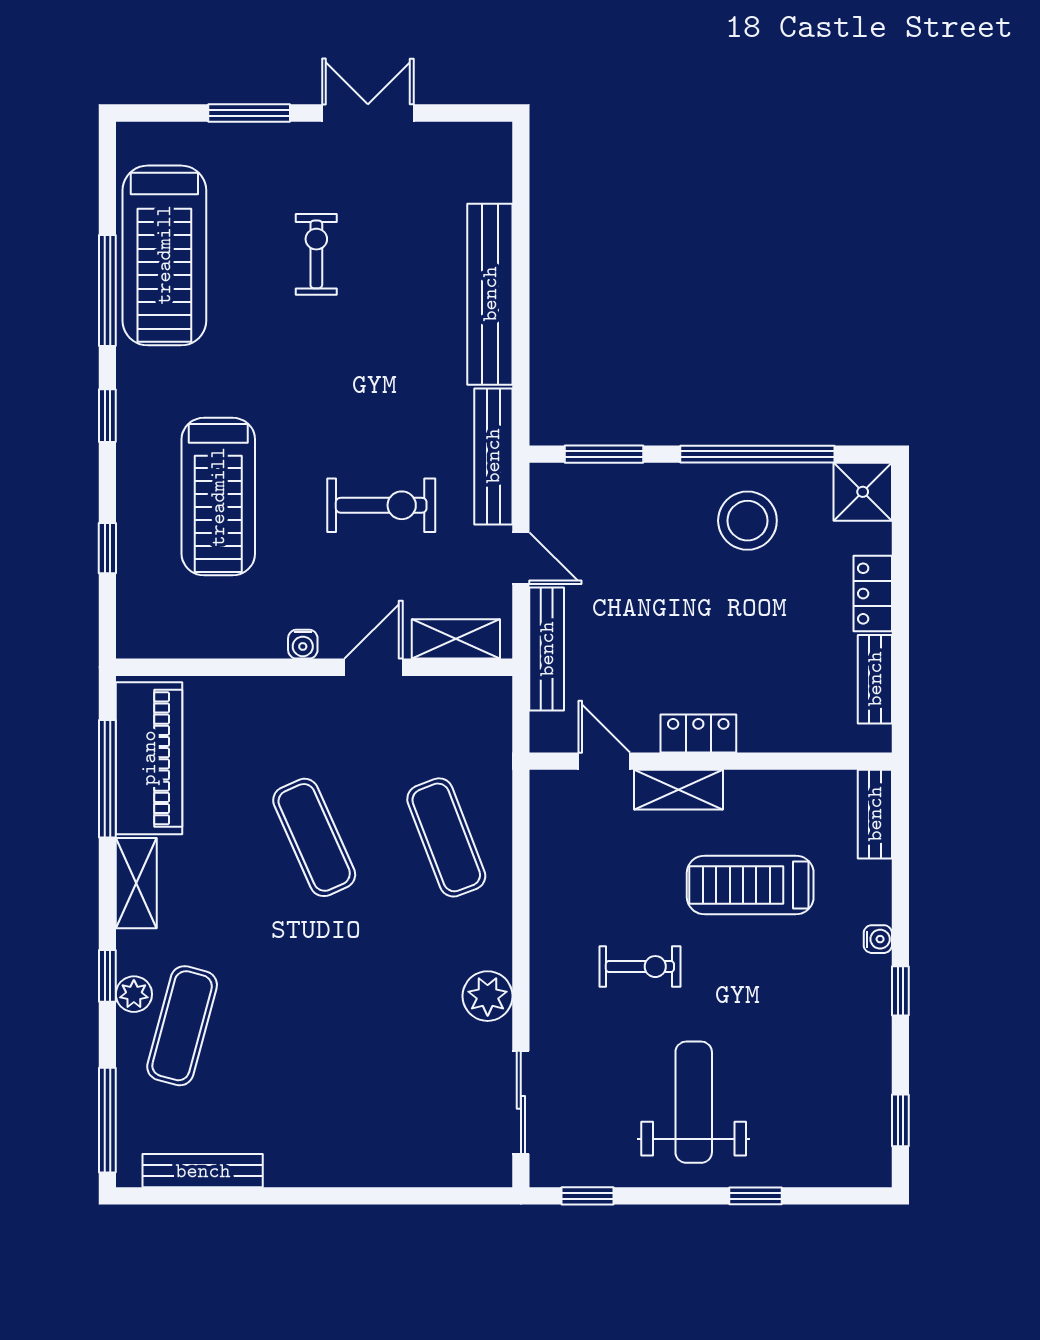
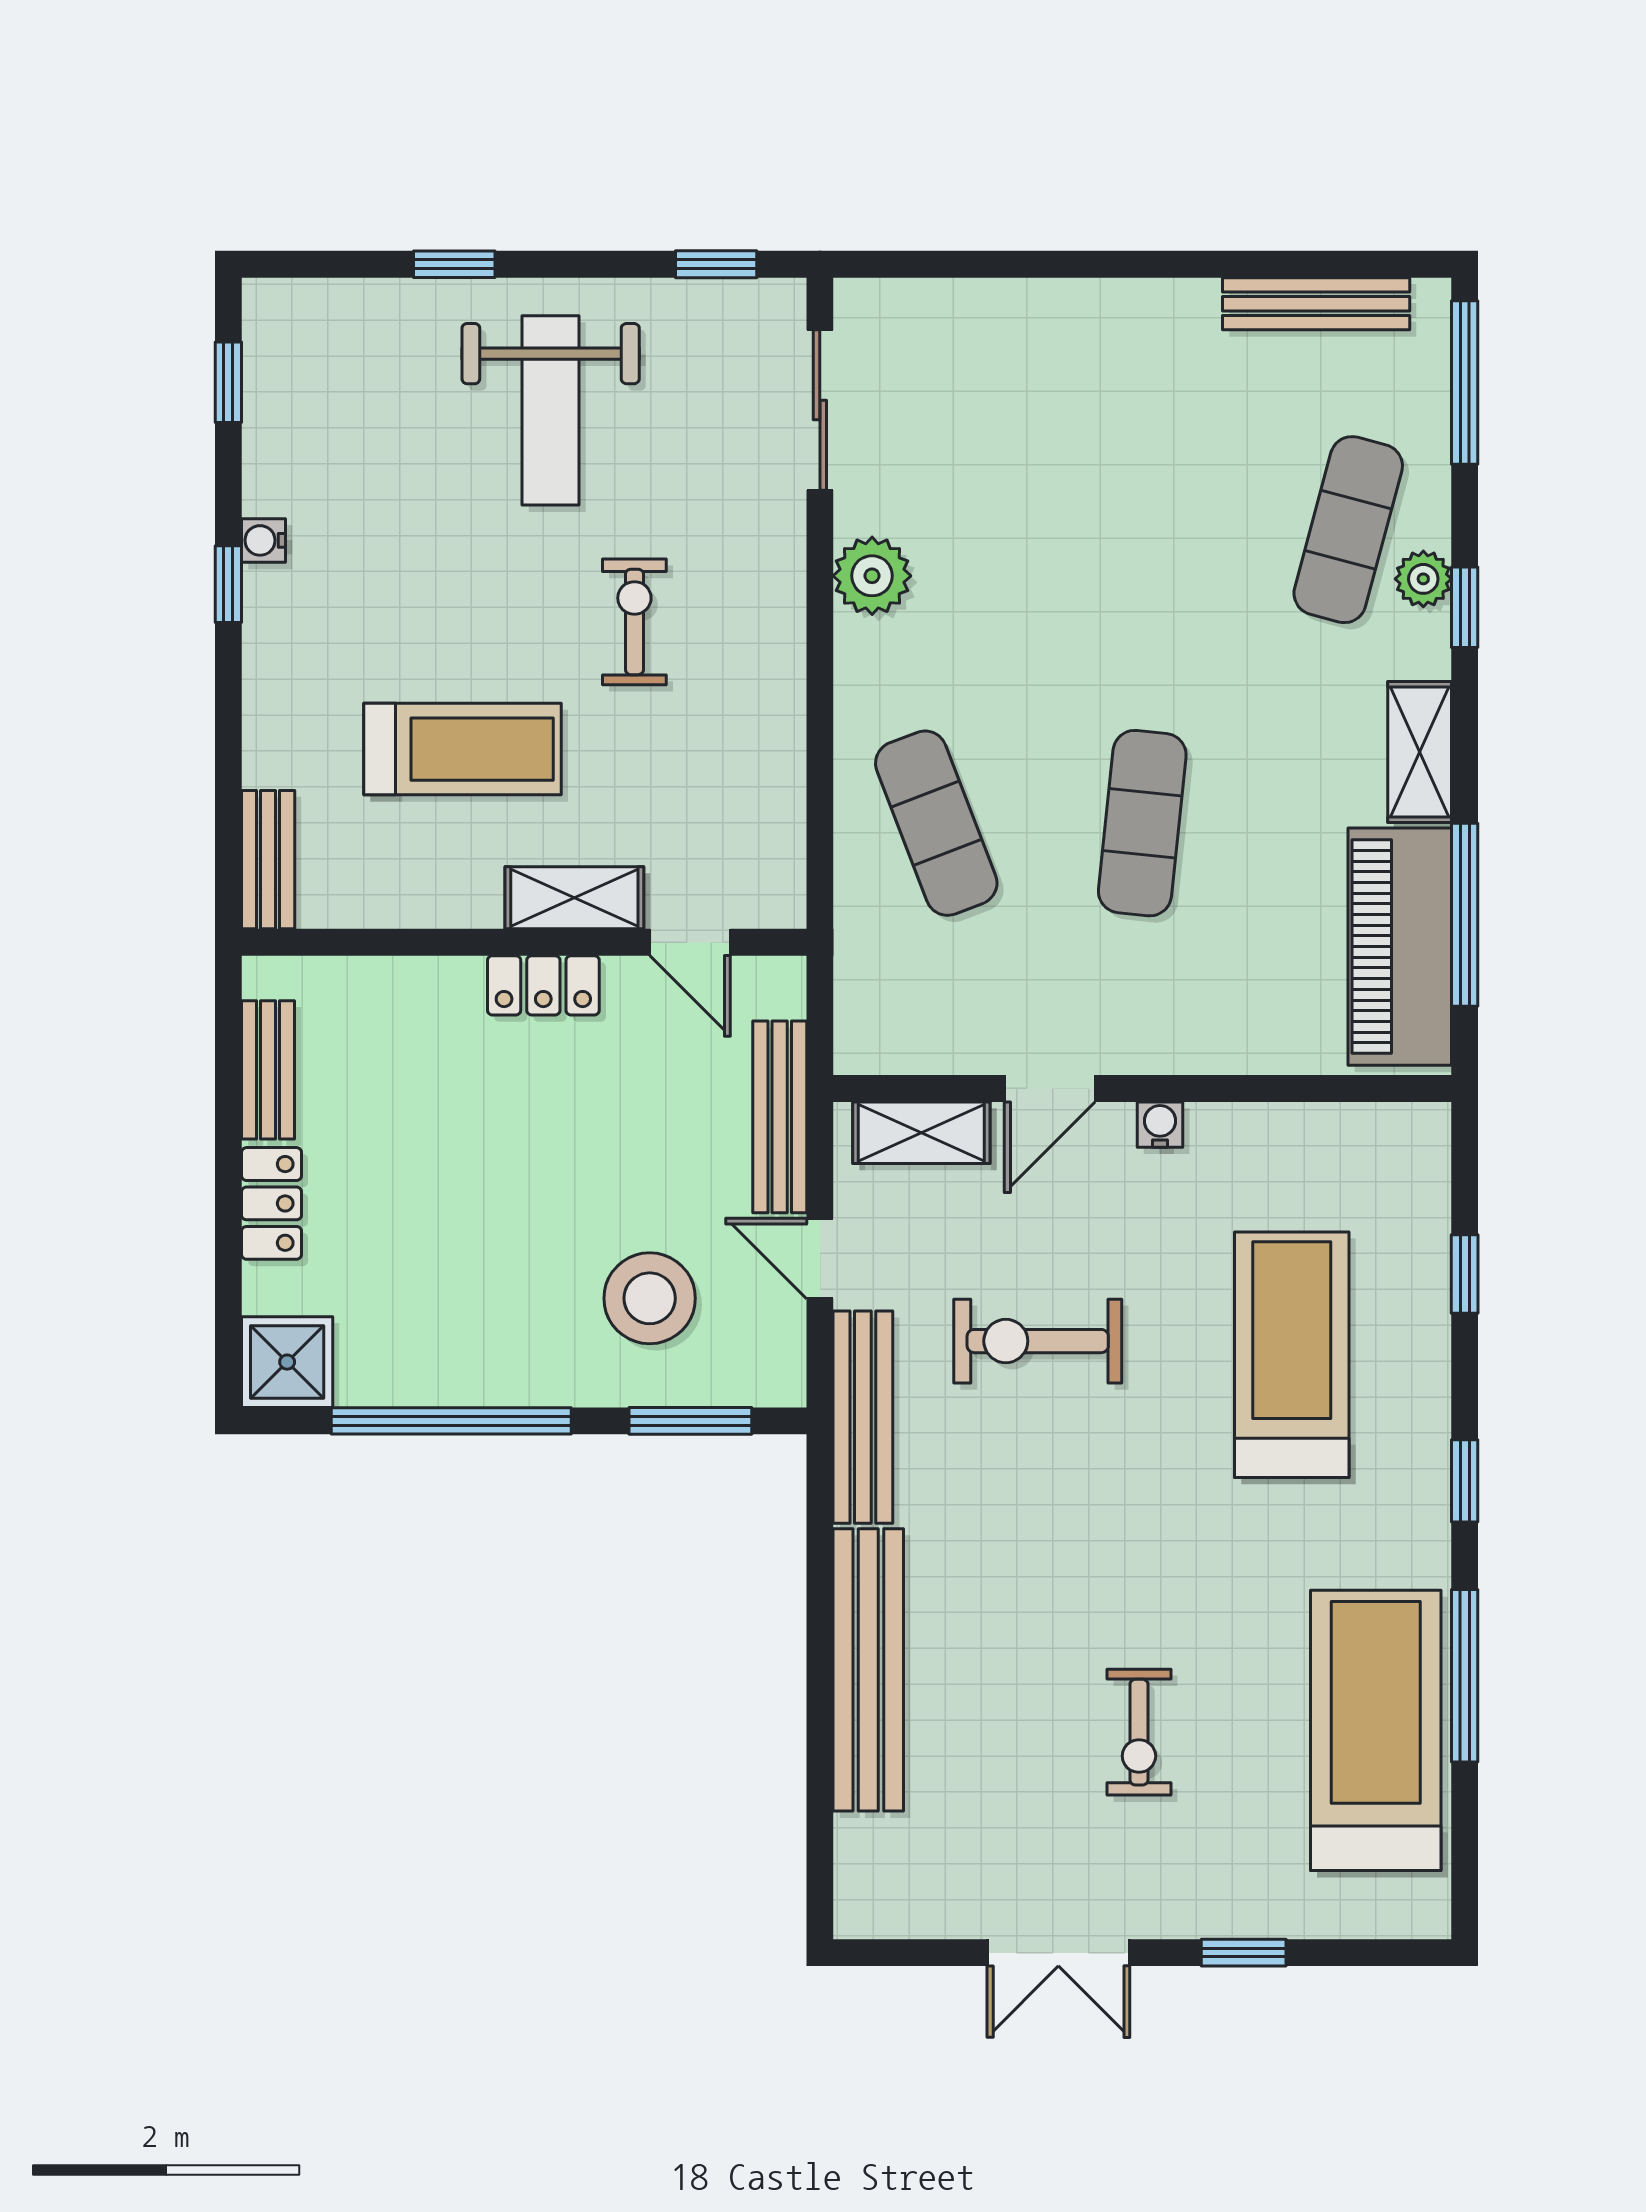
window: (249, 113) -> (1244, 1953), width x0.67
stool: (747, 521) -> (650, 1298), moved
exercise mat: (314, 837) -> (1142, 823), turned 30
water cooler: (878, 939) -> (264, 540), moved
exercise bike: (640, 967) -> (634, 622), turned 90

